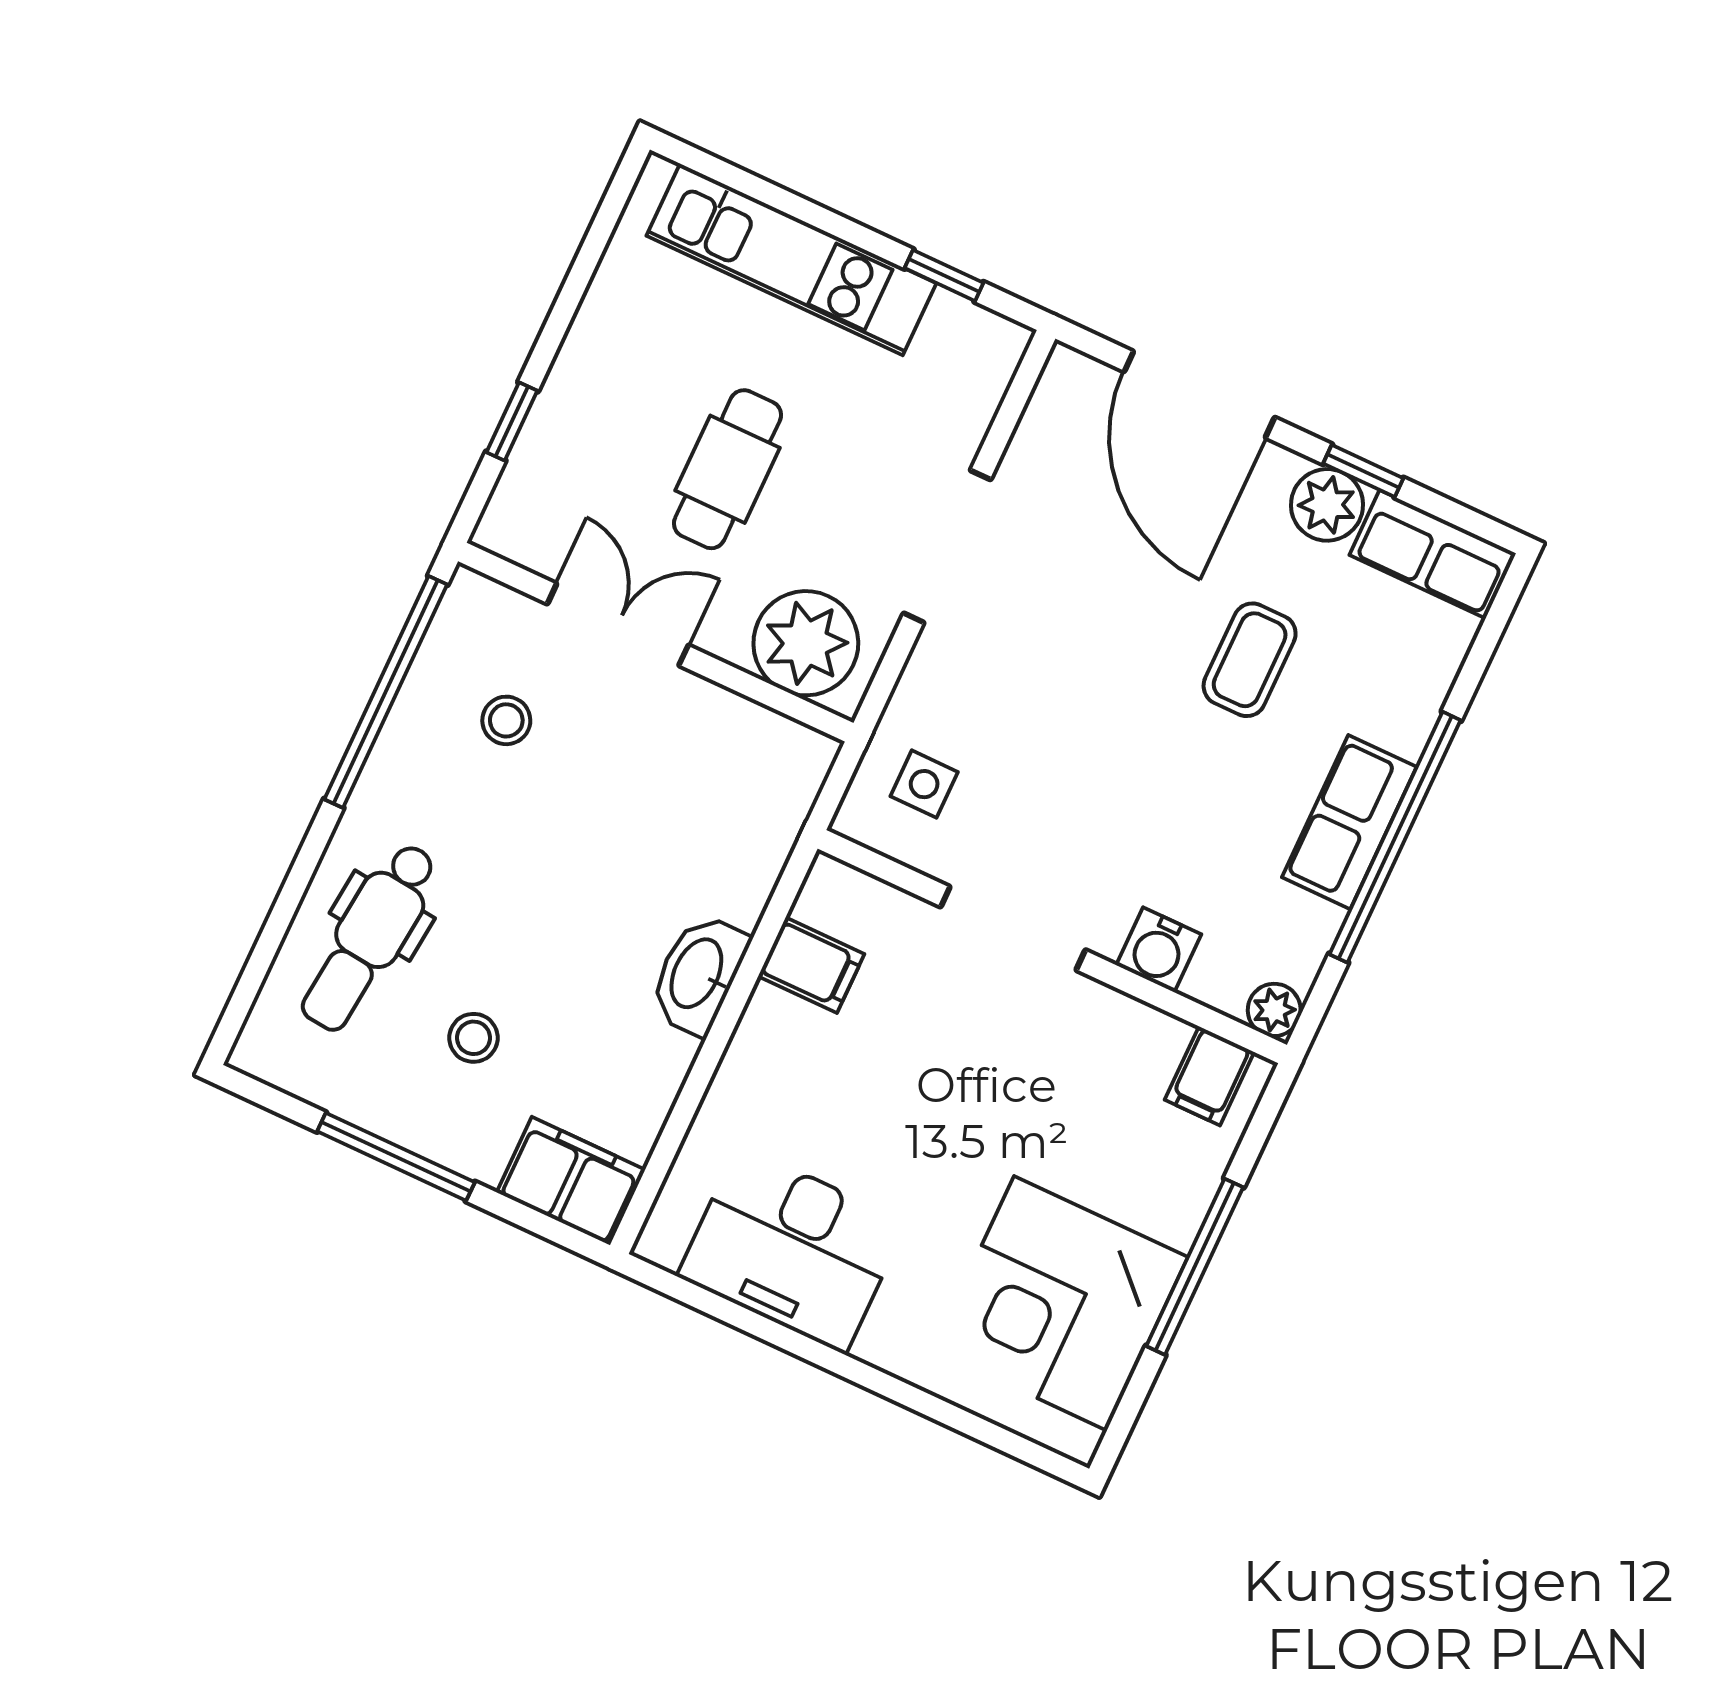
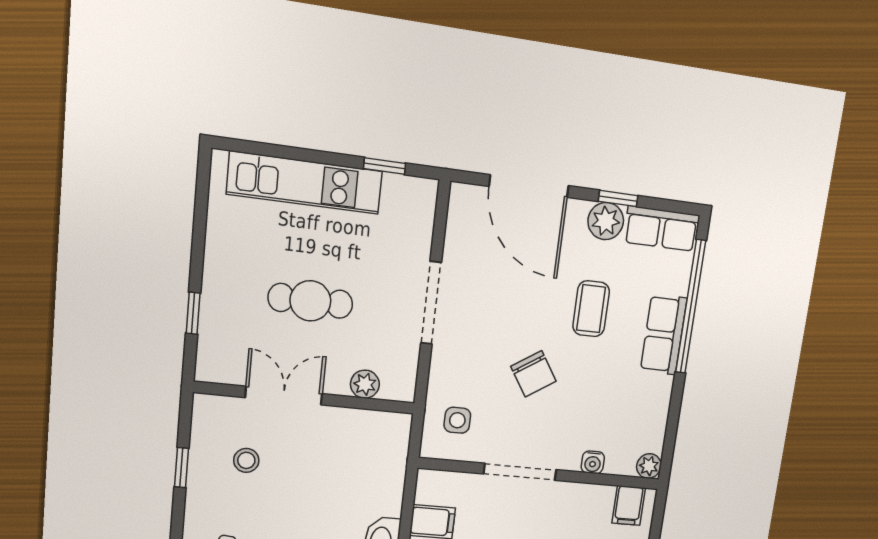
cafe table: (728, 469) -> (310, 301), turned 90
plant: (806, 643) -> (365, 384), width x0.53, depth x0.53
window: (386, 692) -> (181, 468), width x0.32
chair: (1099, 746) -> (533, 374), added
row of seats: (1349, 822) -> (664, 335), moved
window: (1395, 837) -> (691, 307), moved
water cooler: (1159, 950) -> (593, 462), width x0.72, depth x0.72

